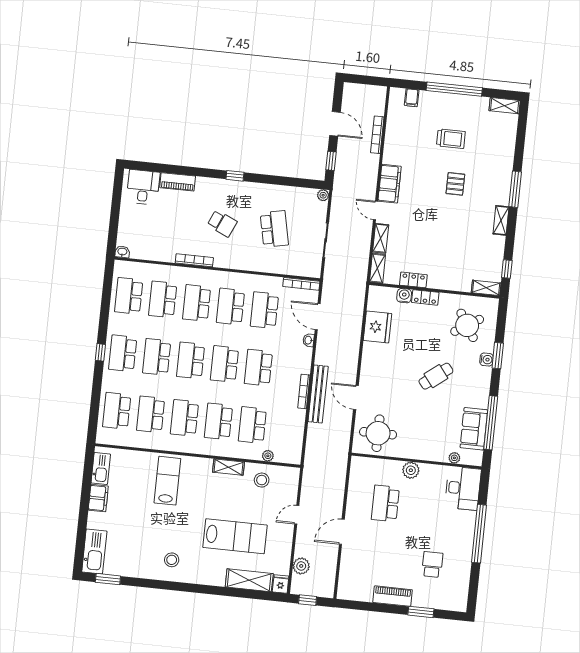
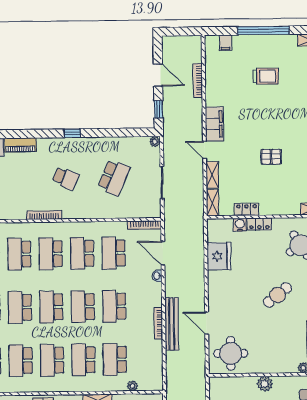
pallet: (455, 184) -> (271, 157), moved, turned 90
school desk: (274, 229) -> (114, 178), turned 36

